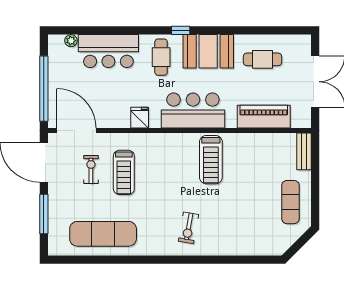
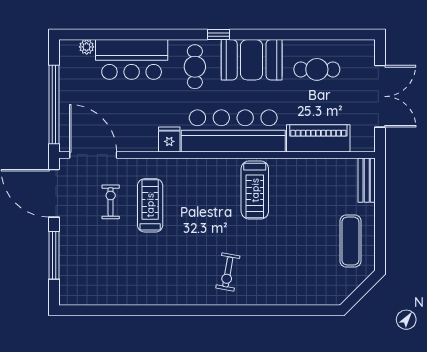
bar counter: (193, 110) -> (233, 131), width x1.36
treadmill: (124, 172) -> (150, 205), turned 180
exercise mat: (103, 234) -> (125, 279), removed

